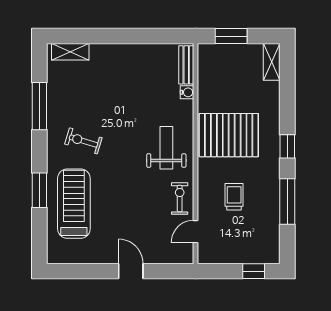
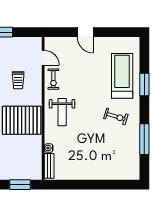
shelving: (70, 52) -> (124, 174), removed
treadmill: (74, 204) -> (122, 76), turned 180
door: (195, 232) -> (43, 58), hinge flipped

